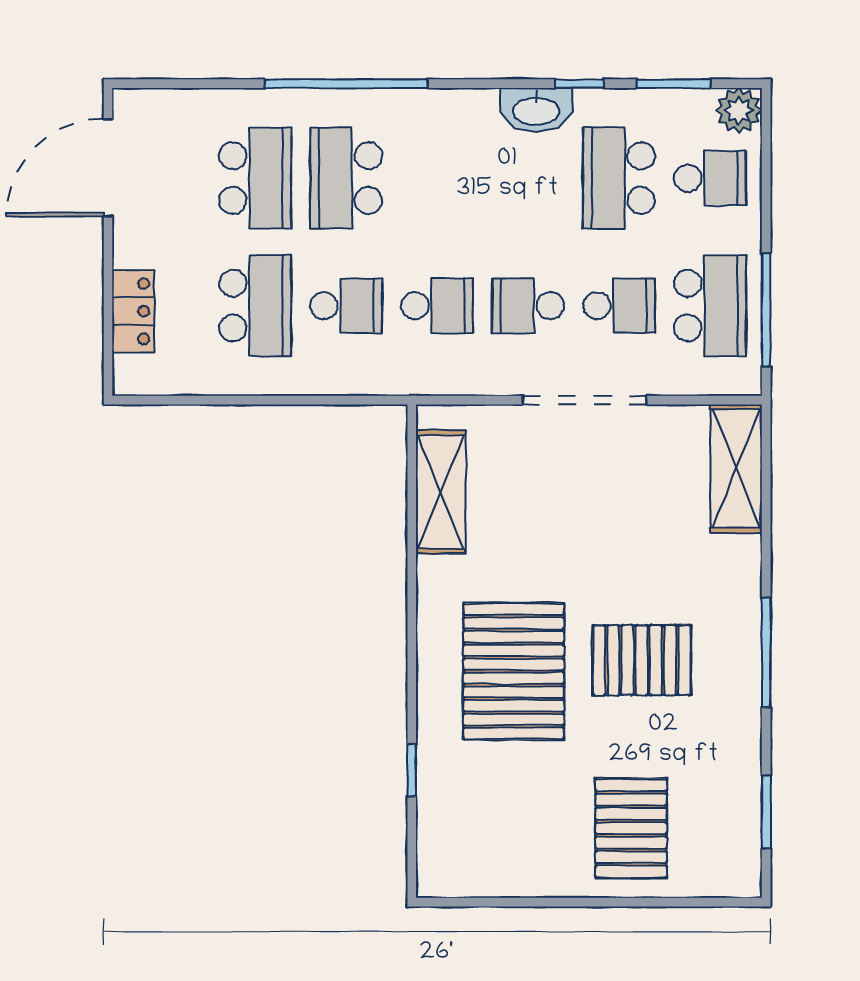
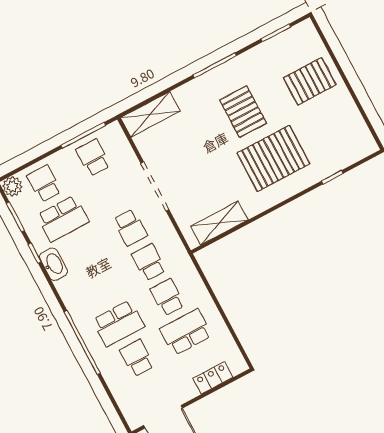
school desk: (255, 178) -> (137, 358), width x0.54
school desk: (619, 306) -> (112, 193), removed
school desk: (710, 306) -> (93, 158), width x0.54

